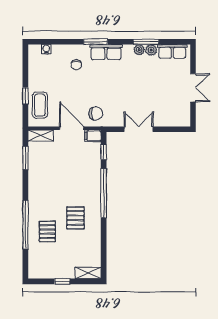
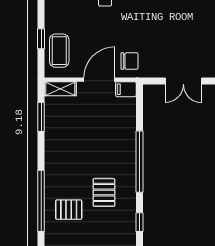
door: (72, 128) -> (99, 80), hinge flipped
double door: (139, 129) -> (183, 81), swing flipped
window: (104, 152) -> (139, 222), moved
pallet: (47, 232) -> (69, 210), turned 90

